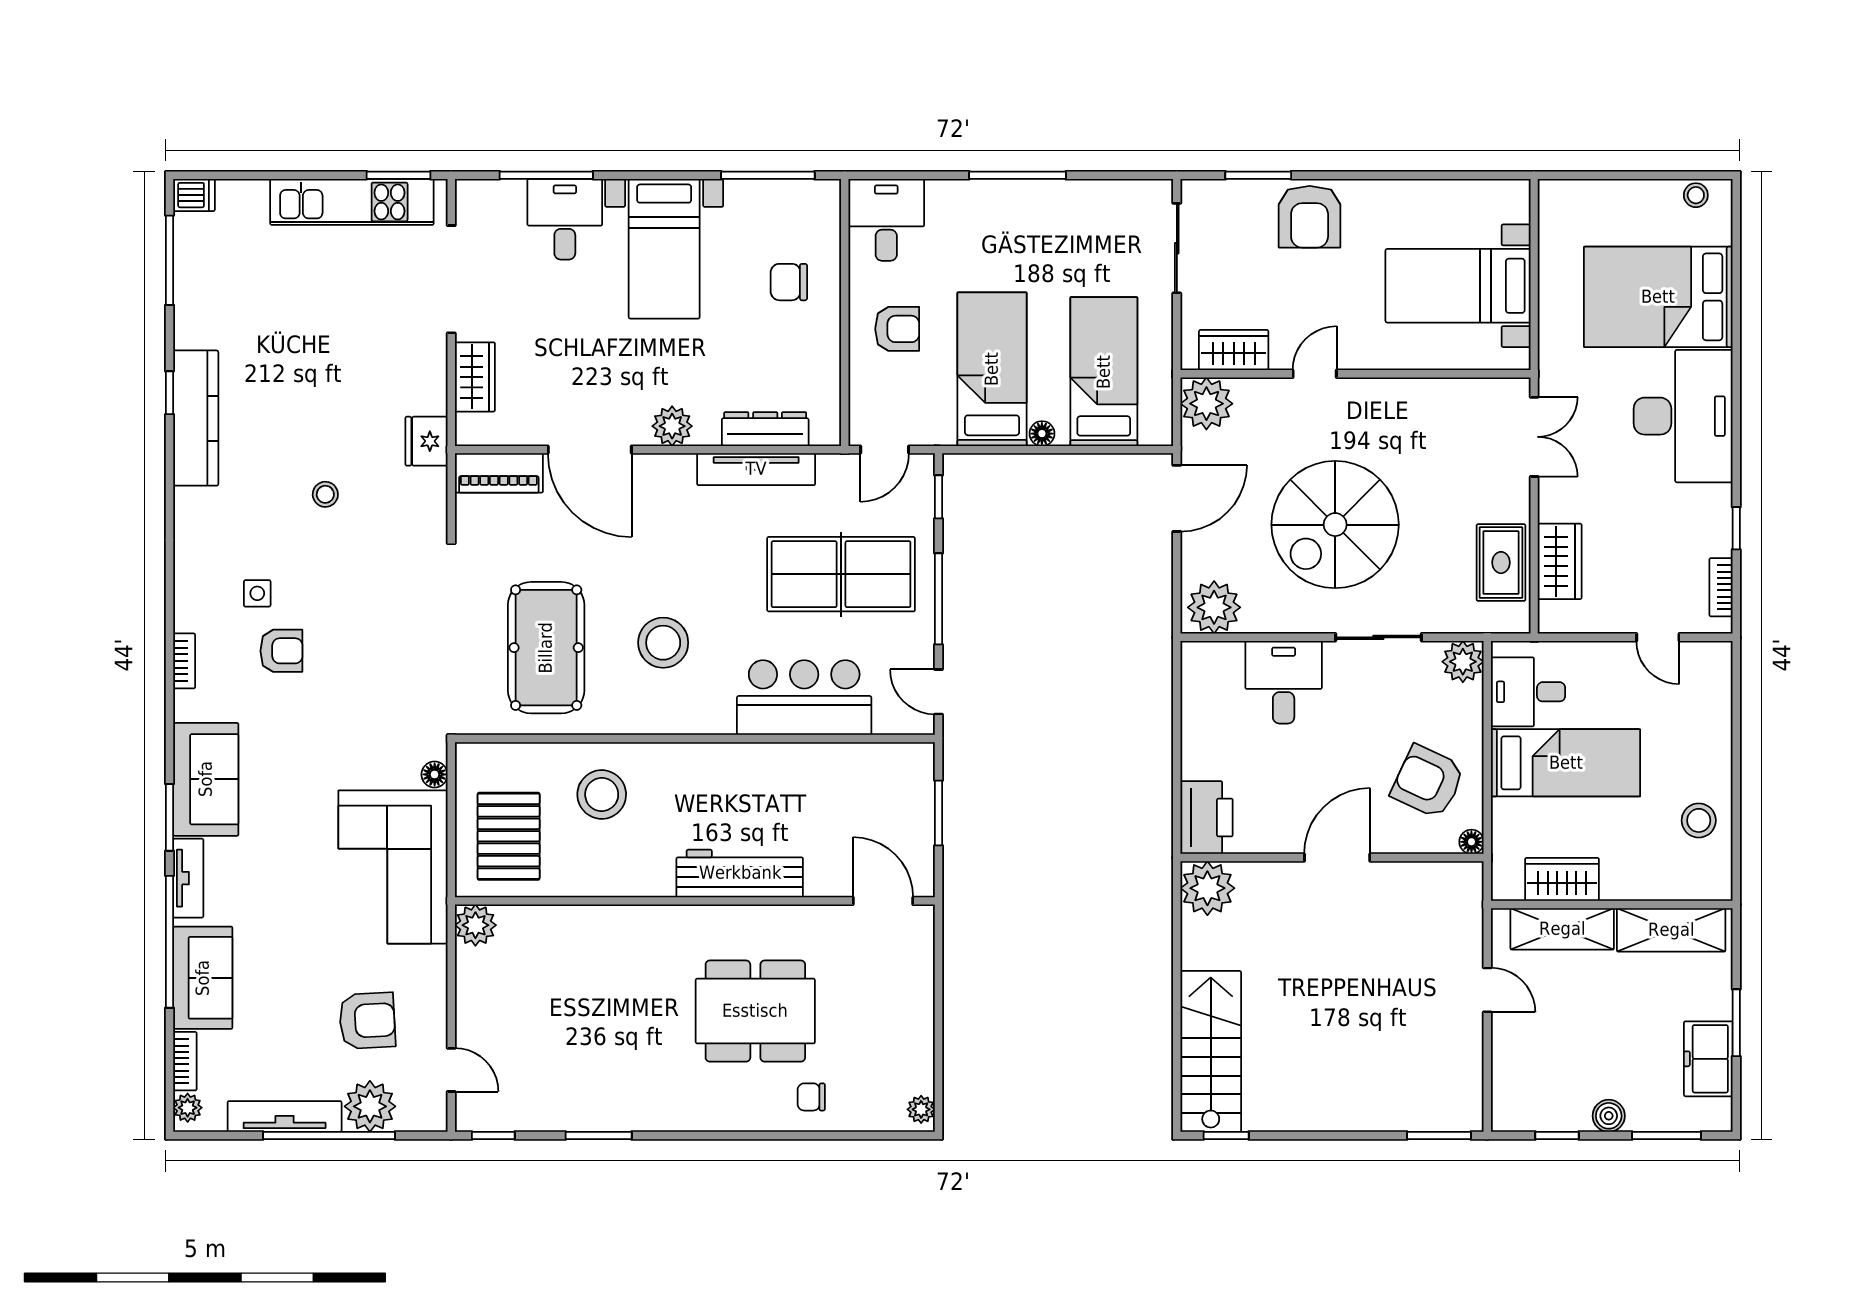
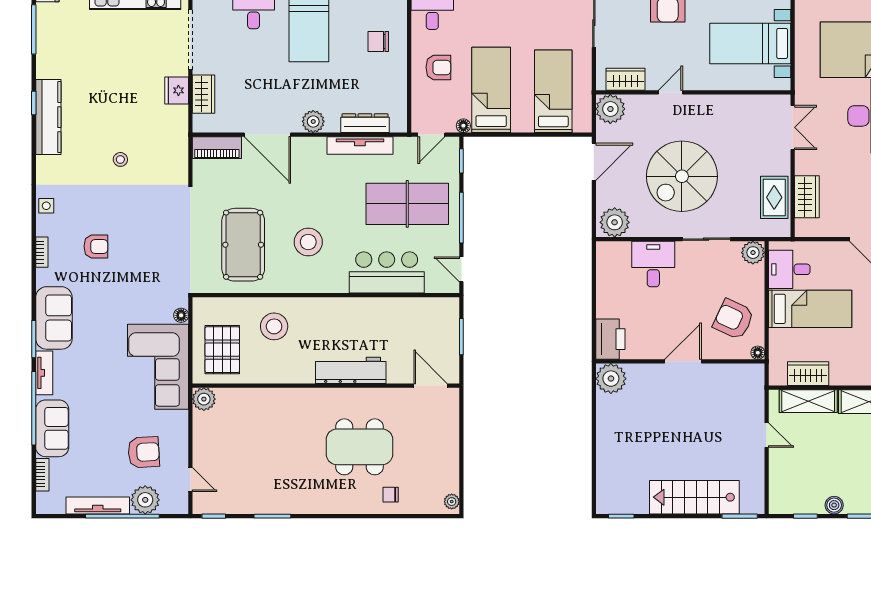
floor lamp: (1042, 434) -> (463, 126), moved
fridge: (426, 441) -> (177, 90), moved
side table: (257, 593) -> (46, 206), moved
stairs: (1211, 1051) -> (694, 497), moved, turned -90
plant: (188, 1108) -> (44, 501), removed

